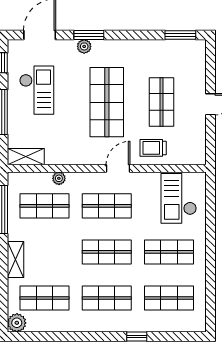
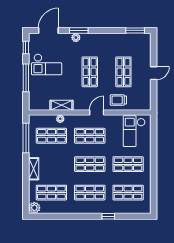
checkout: (37, 90) -> (47, 64), turned 90
shop shelf: (107, 102) -> (90, 72), width x0.70, depth x0.74
shelving: (26, 157) -> (61, 105), moved

